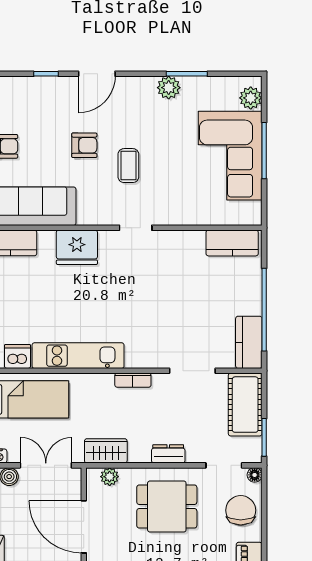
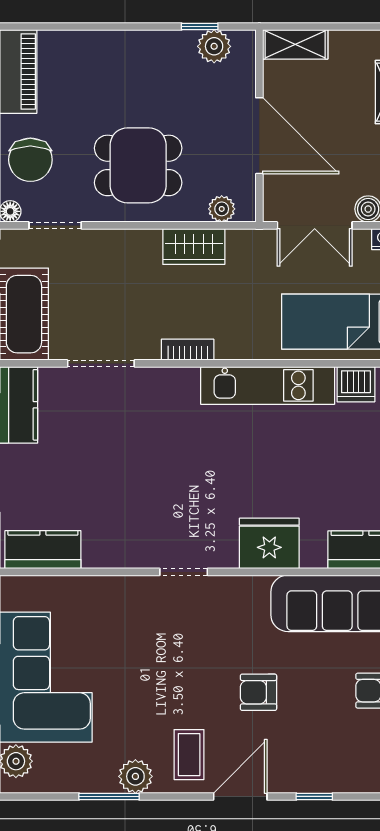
coffee table: (128, 166) -> (189, 755), moved
wardrobe: (106, 451) -> (194, 247), moved
dresser: (168, 454) -> (136, 242), removed

